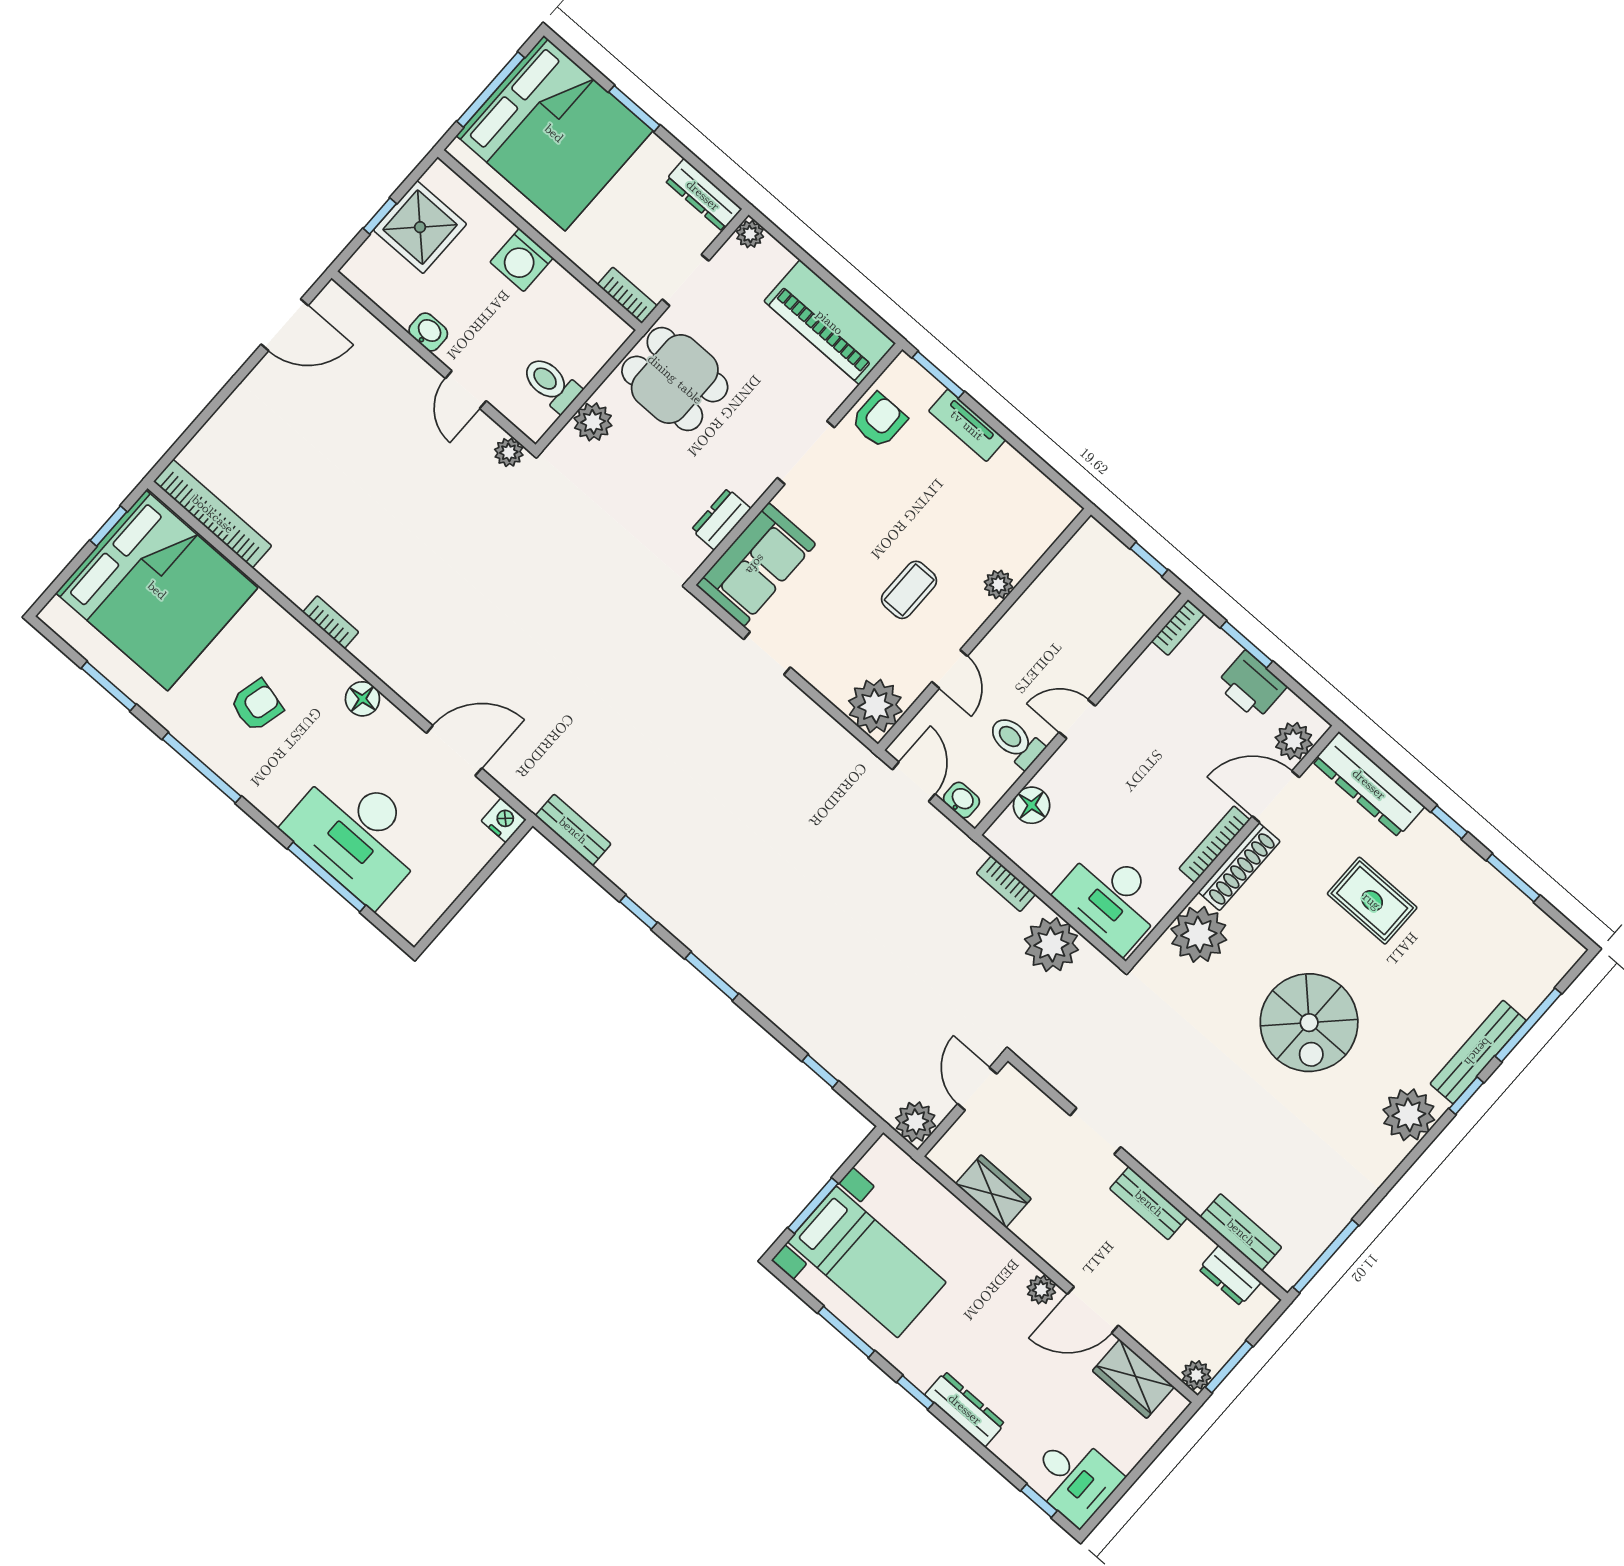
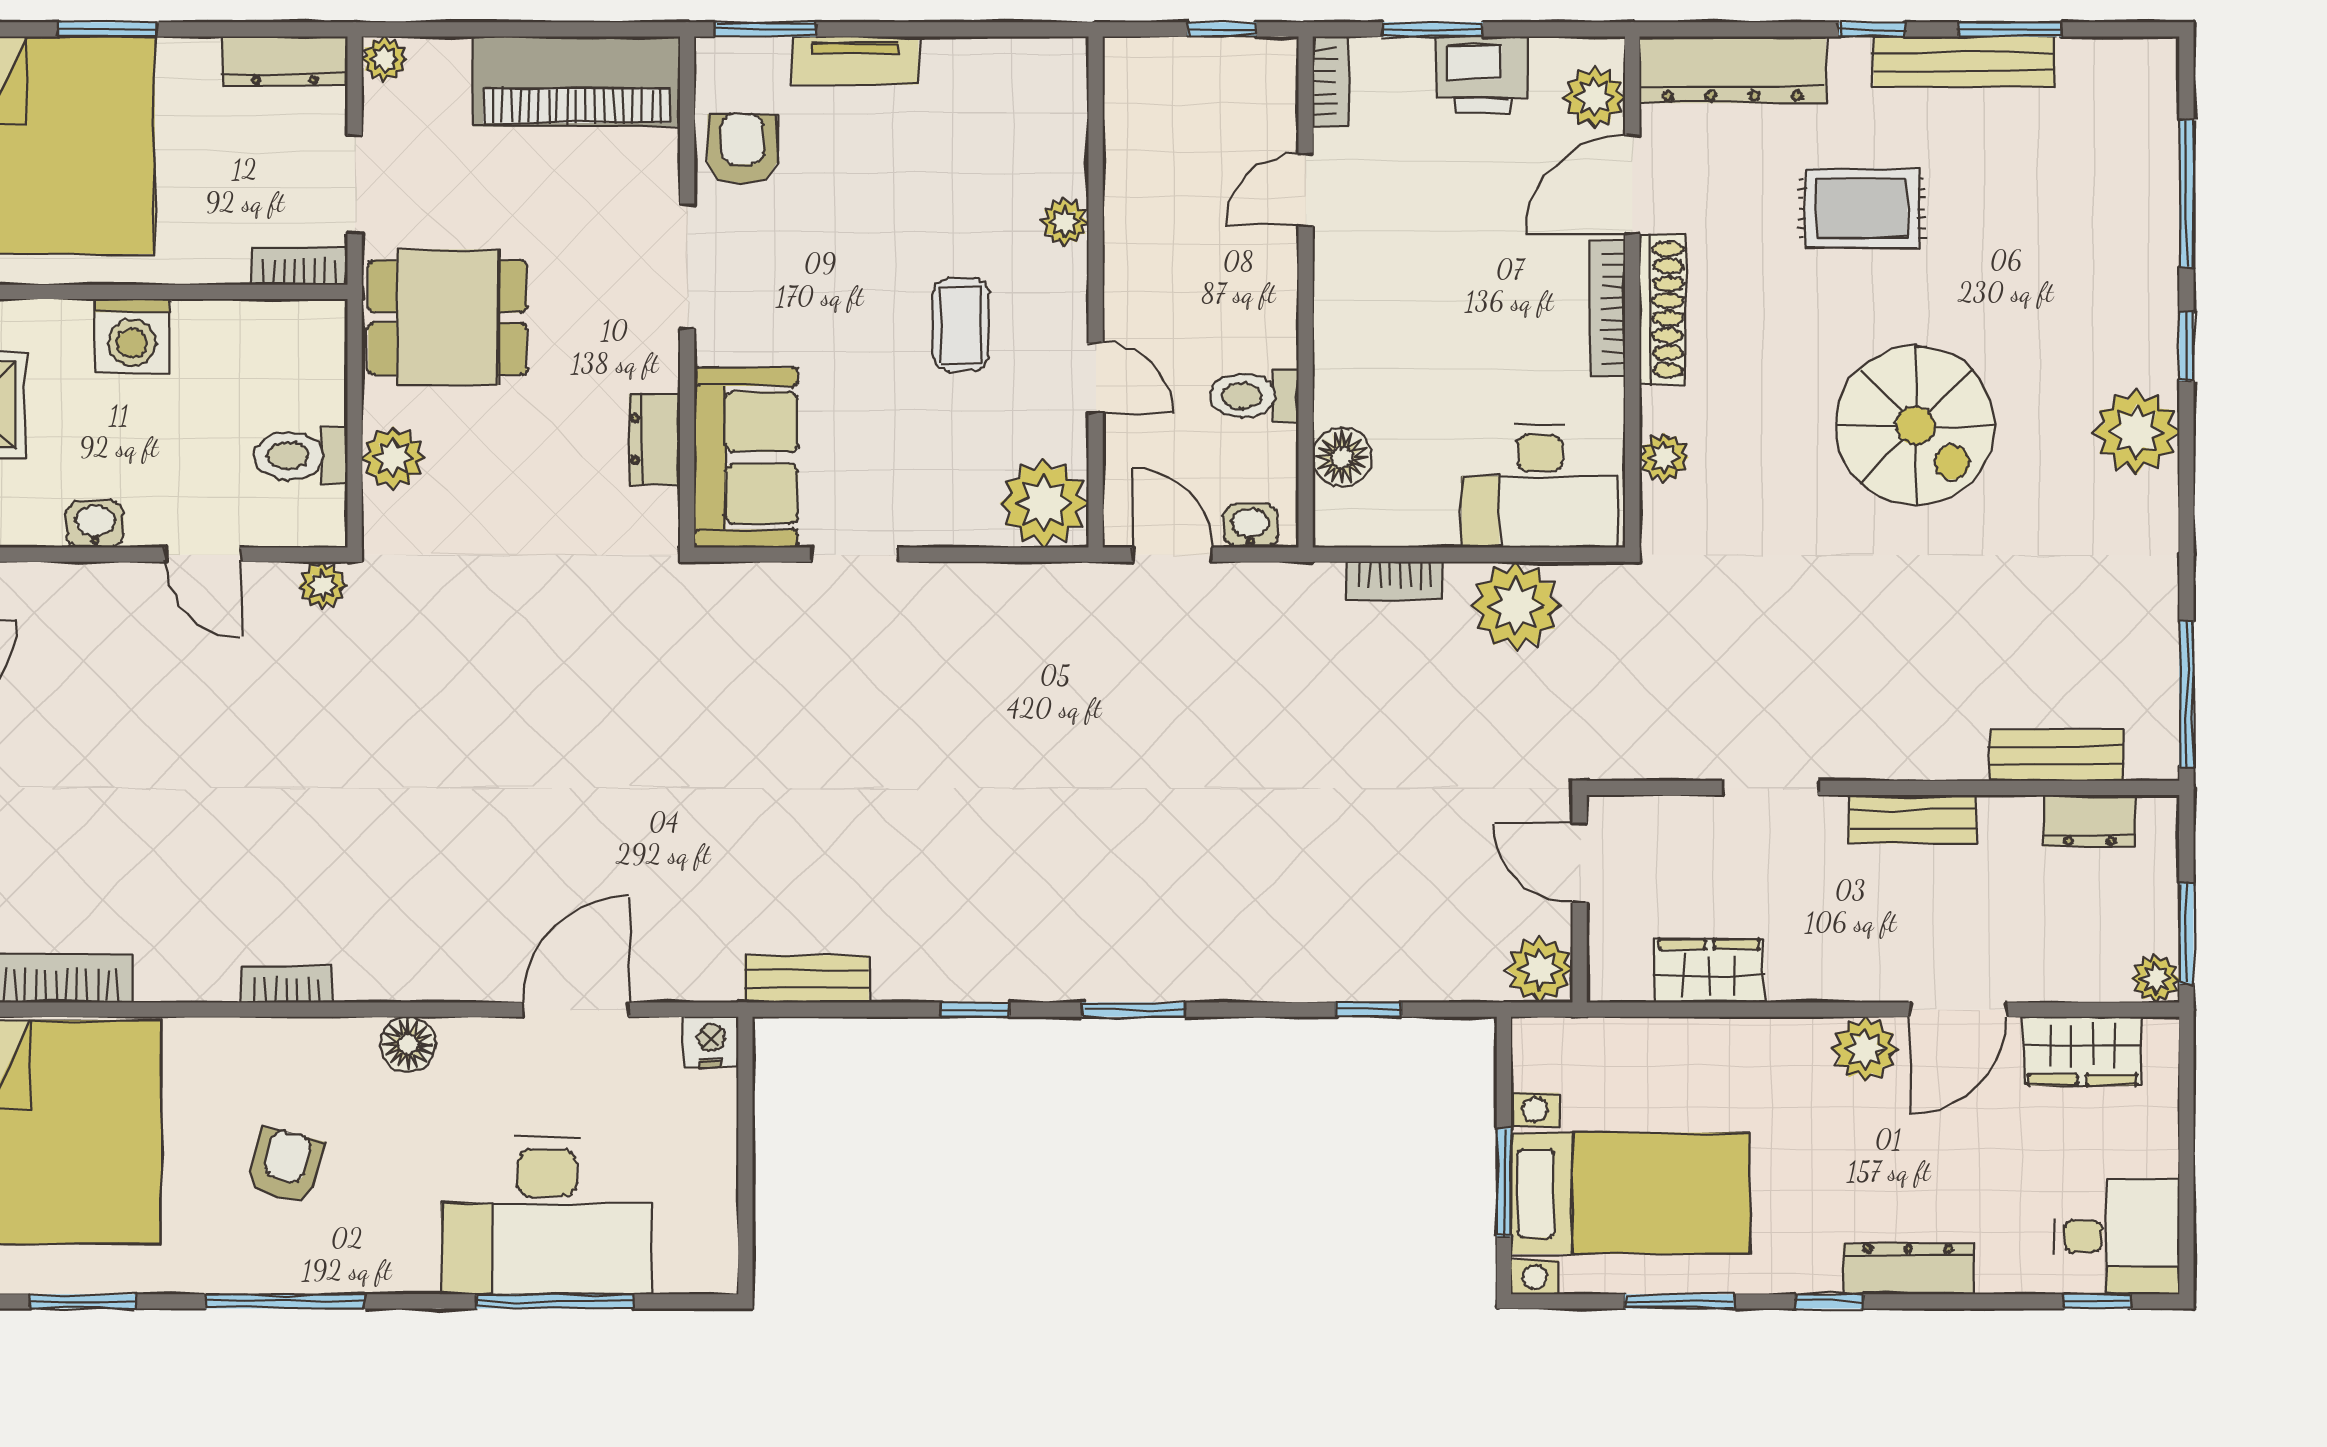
door: (1077, 719) -> (1306, 189), moved
plant: (1199, 934) -> (1664, 457), width x0.53, depth x0.53
bench: (1478, 1052) -> (1964, 62), moved, turned 90
plant: (1041, 1290) -> (1865, 1049), width x1.38, depth x1.38

